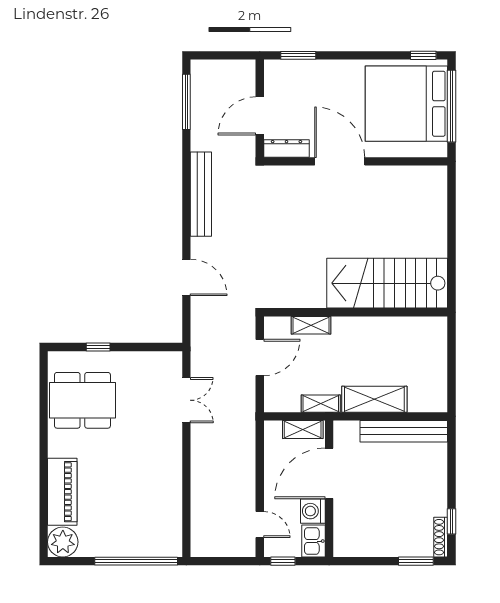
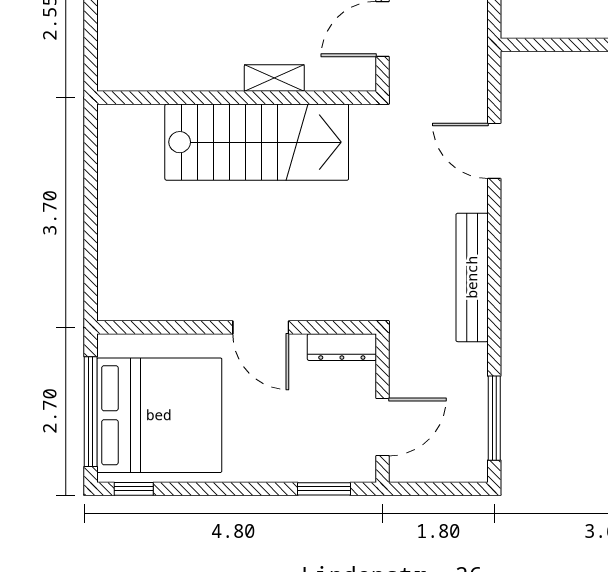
door: (260, 116) -> (382, 427), moved
door: (340, 161) -> (261, 327), width x0.73
stairs: (387, 283) -> (257, 142), moved
shelving: (311, 325) -> (274, 78), moved

